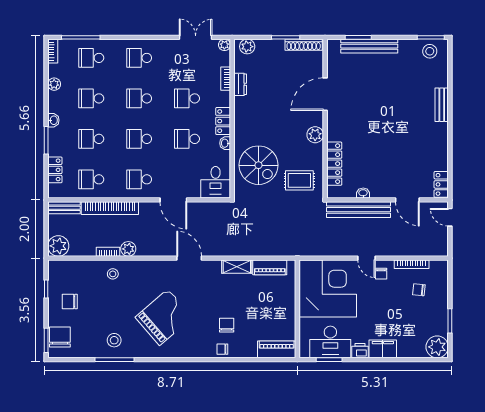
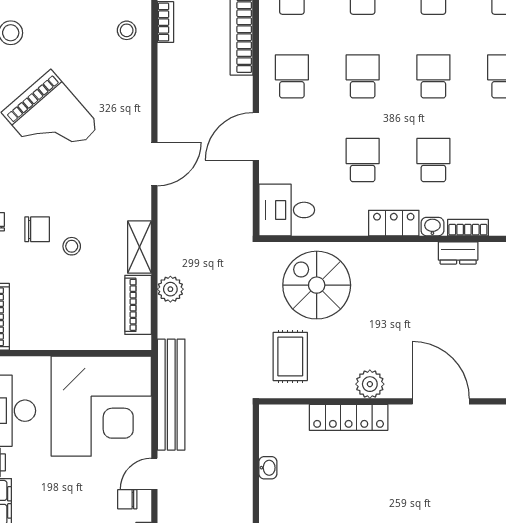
washbasin: (225, 143) -> (432, 227), moved
locker: (334, 164) -> (349, 417), moved
spiral stairs: (259, 165) -> (317, 285), turned 90
bench: (359, 210) -> (171, 395), moved
plant: (128, 249) -> (170, 289), moved
stool: (236, 305) -> (72, 246), added

